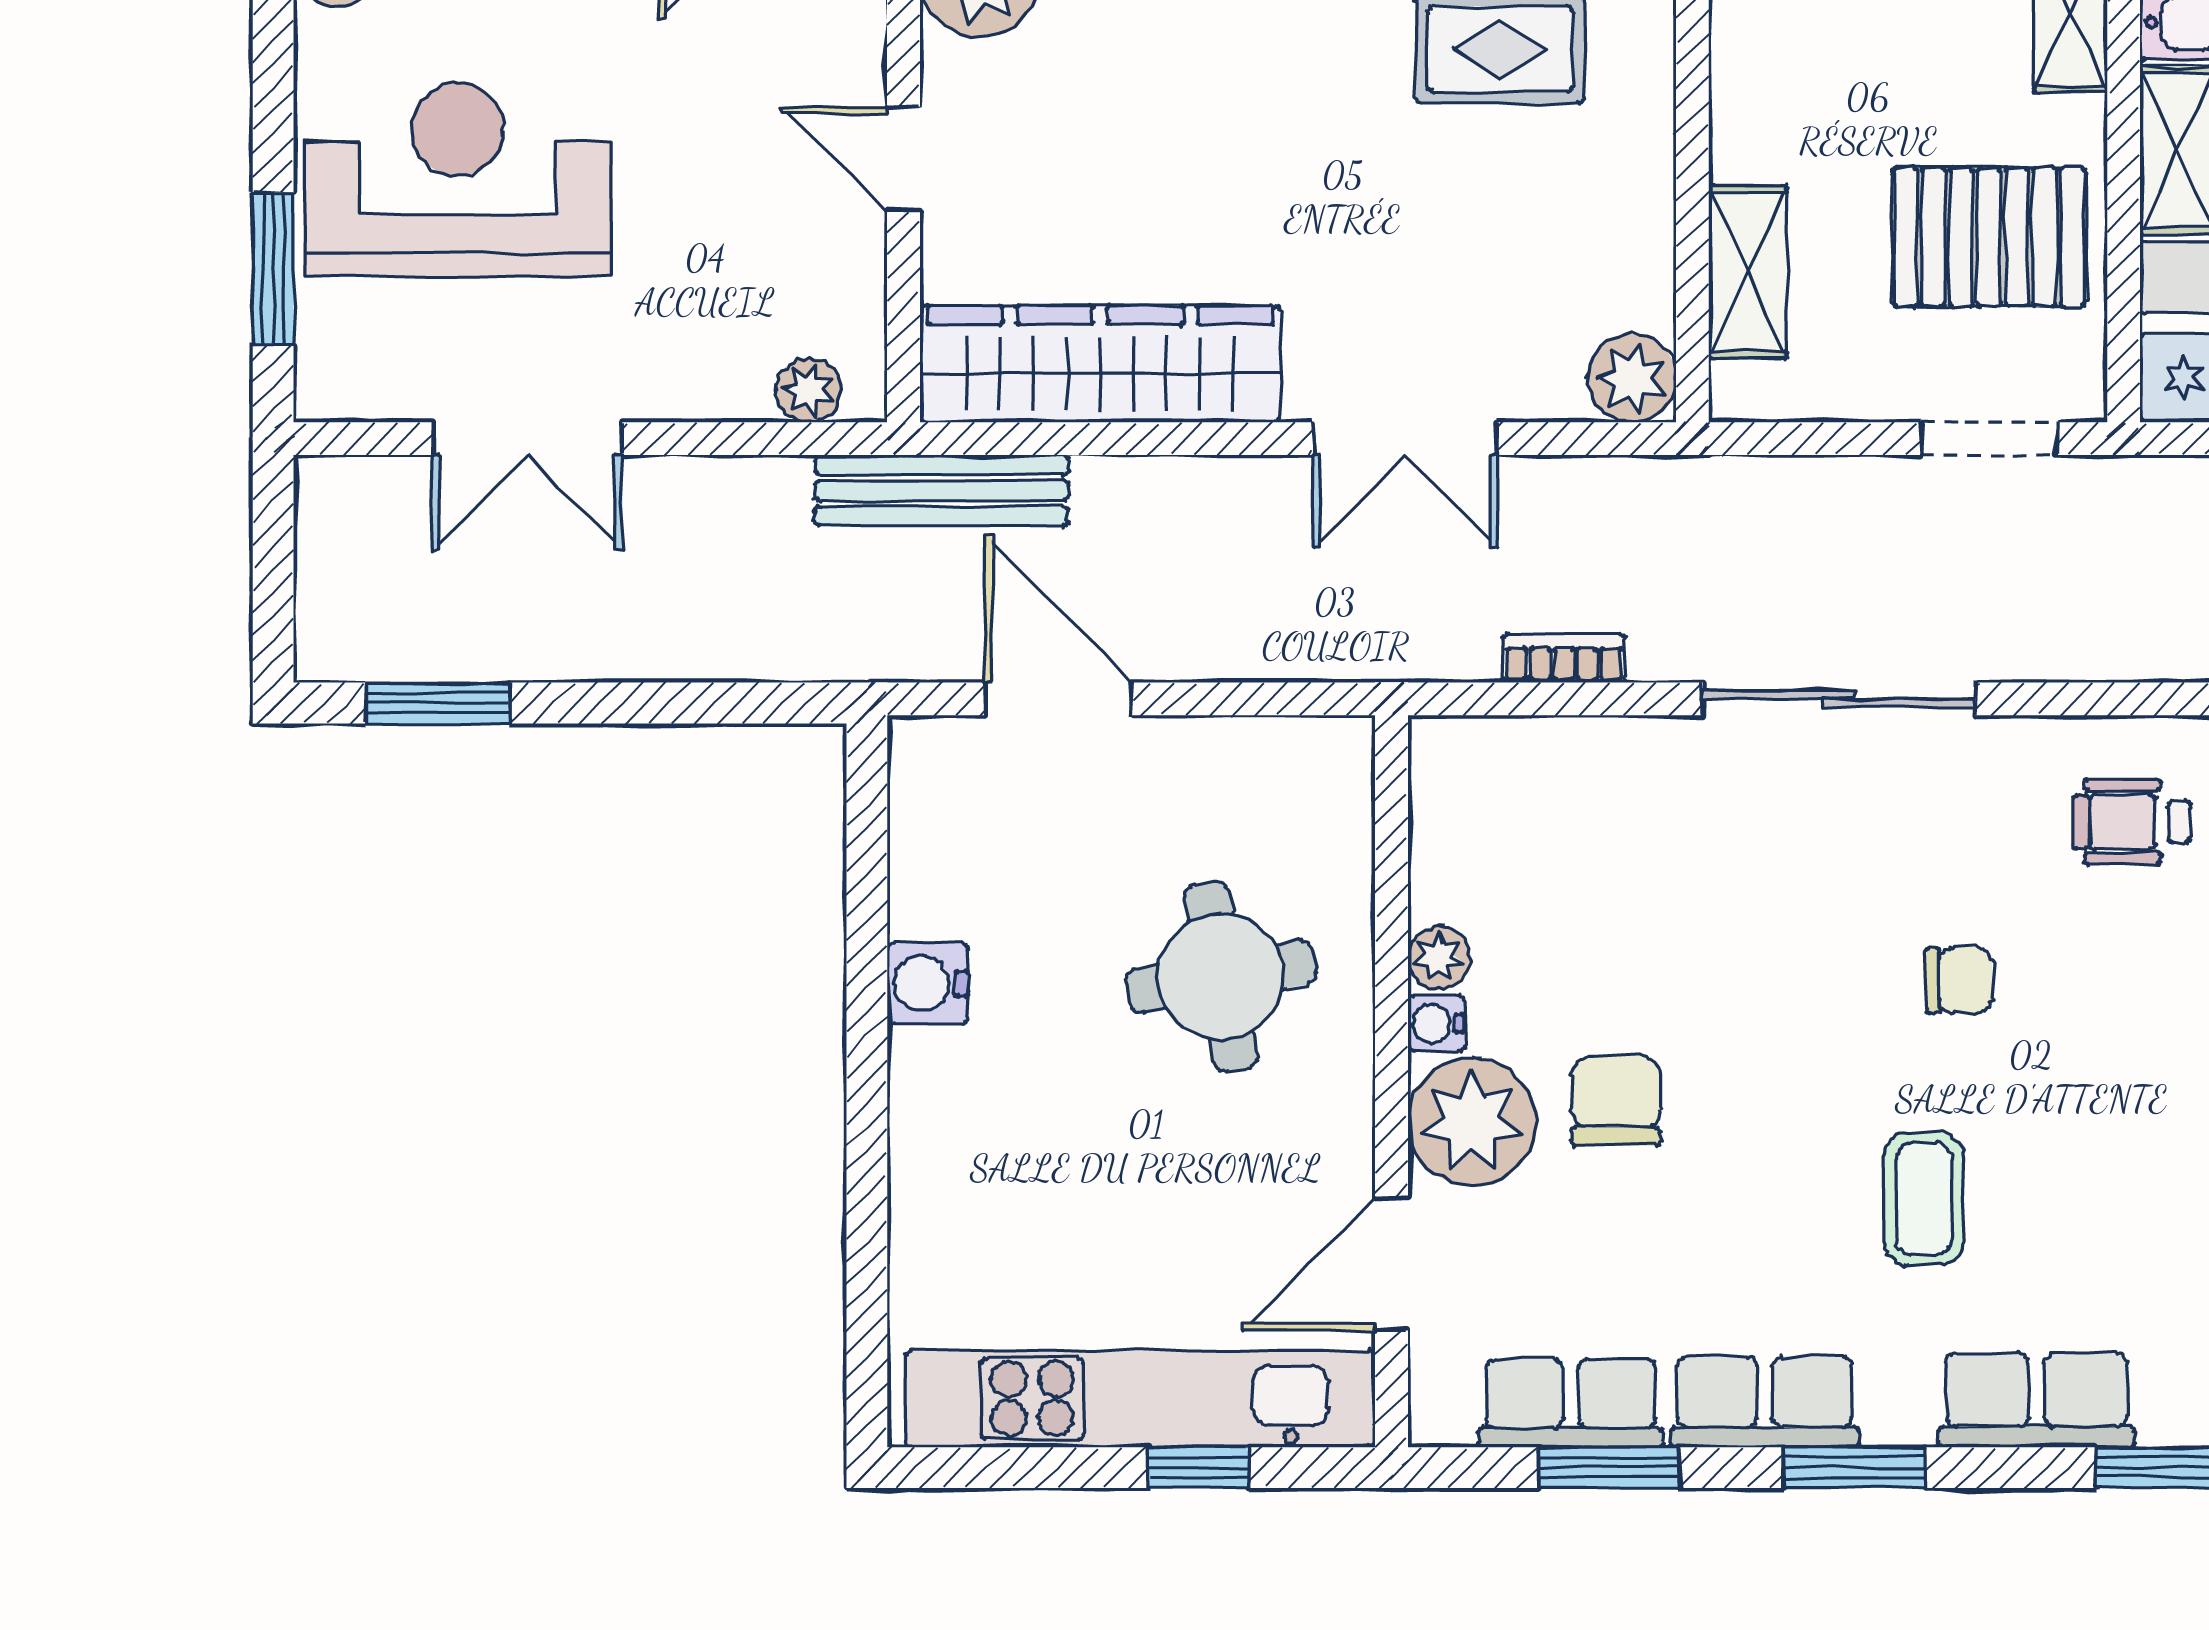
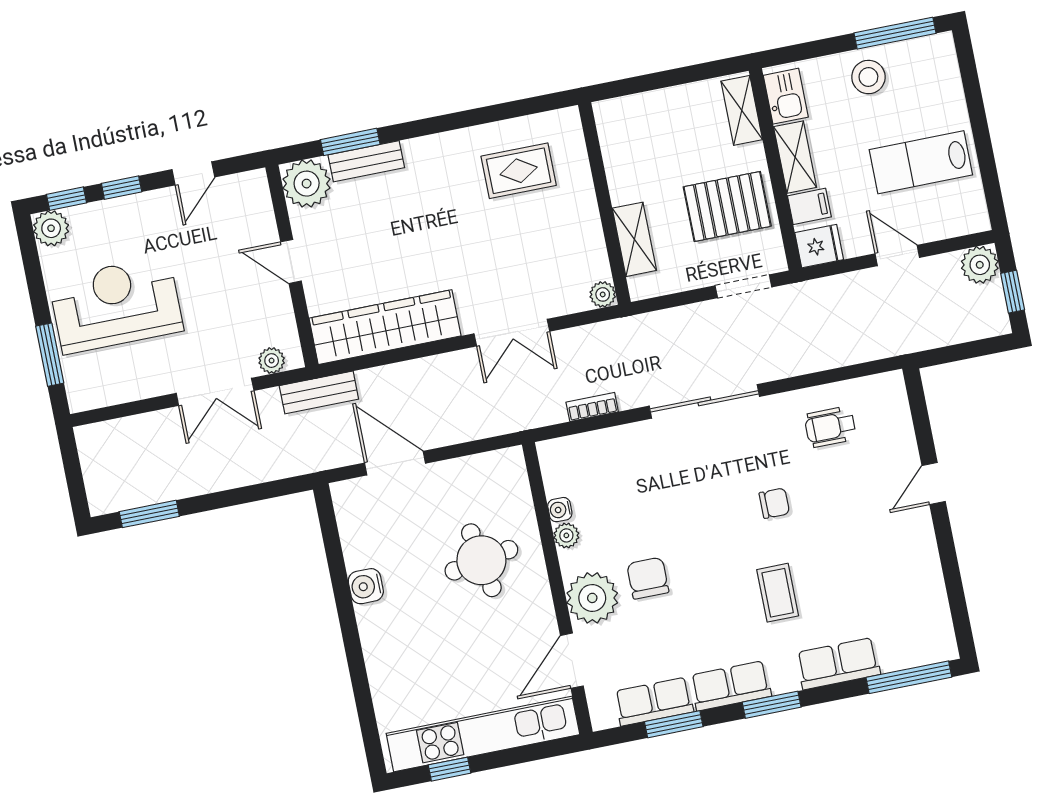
plant: (1632, 378) -> (603, 294), width x0.73, depth x0.73
double door: (527, 439) -> (215, 392), moved
bench: (942, 491) -> (319, 392), width x0.73
water cooler: (1436, 1023) -> (560, 510), moved
window: (1199, 1468) -> (449, 769), moved

